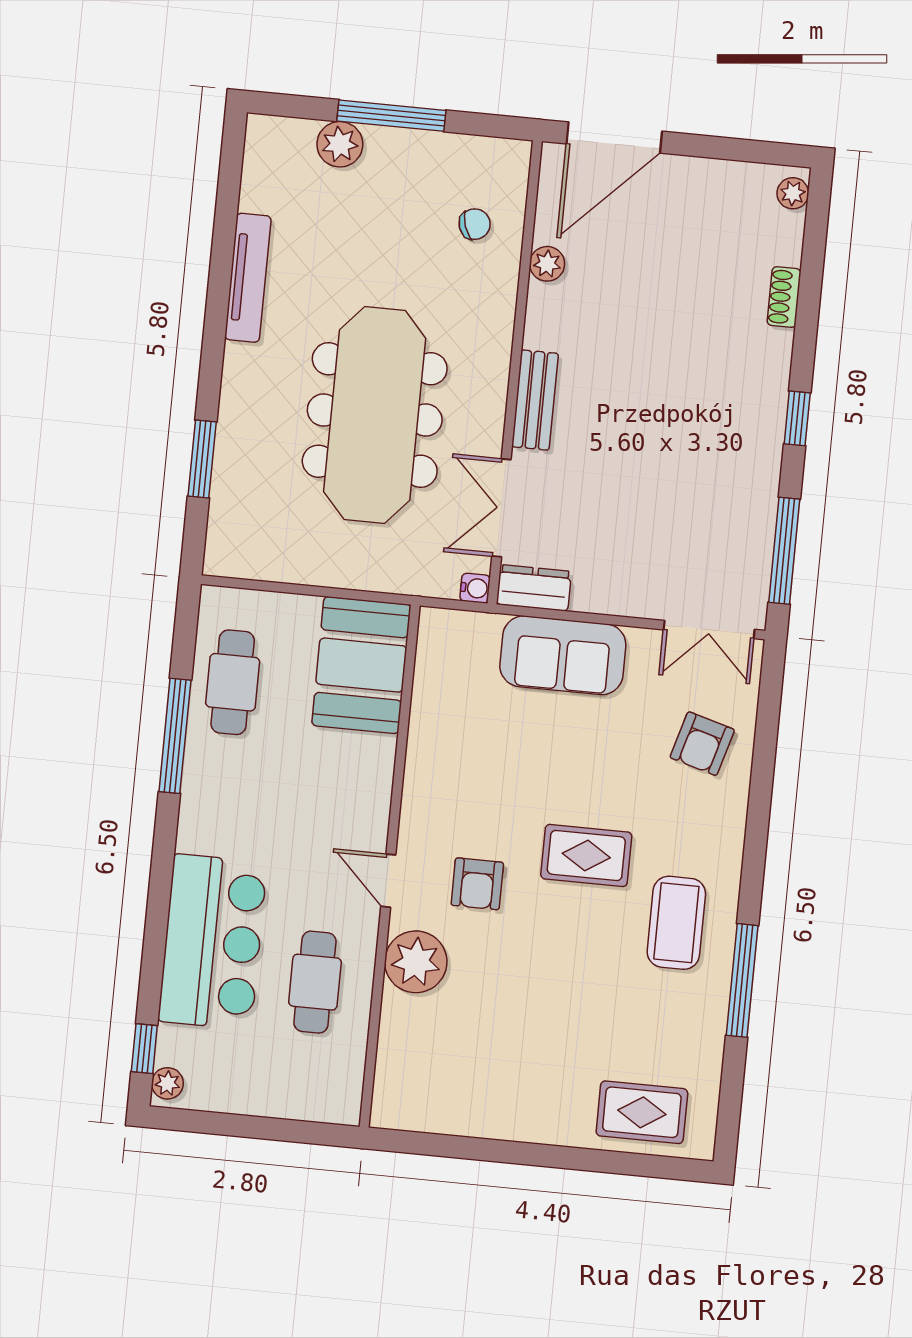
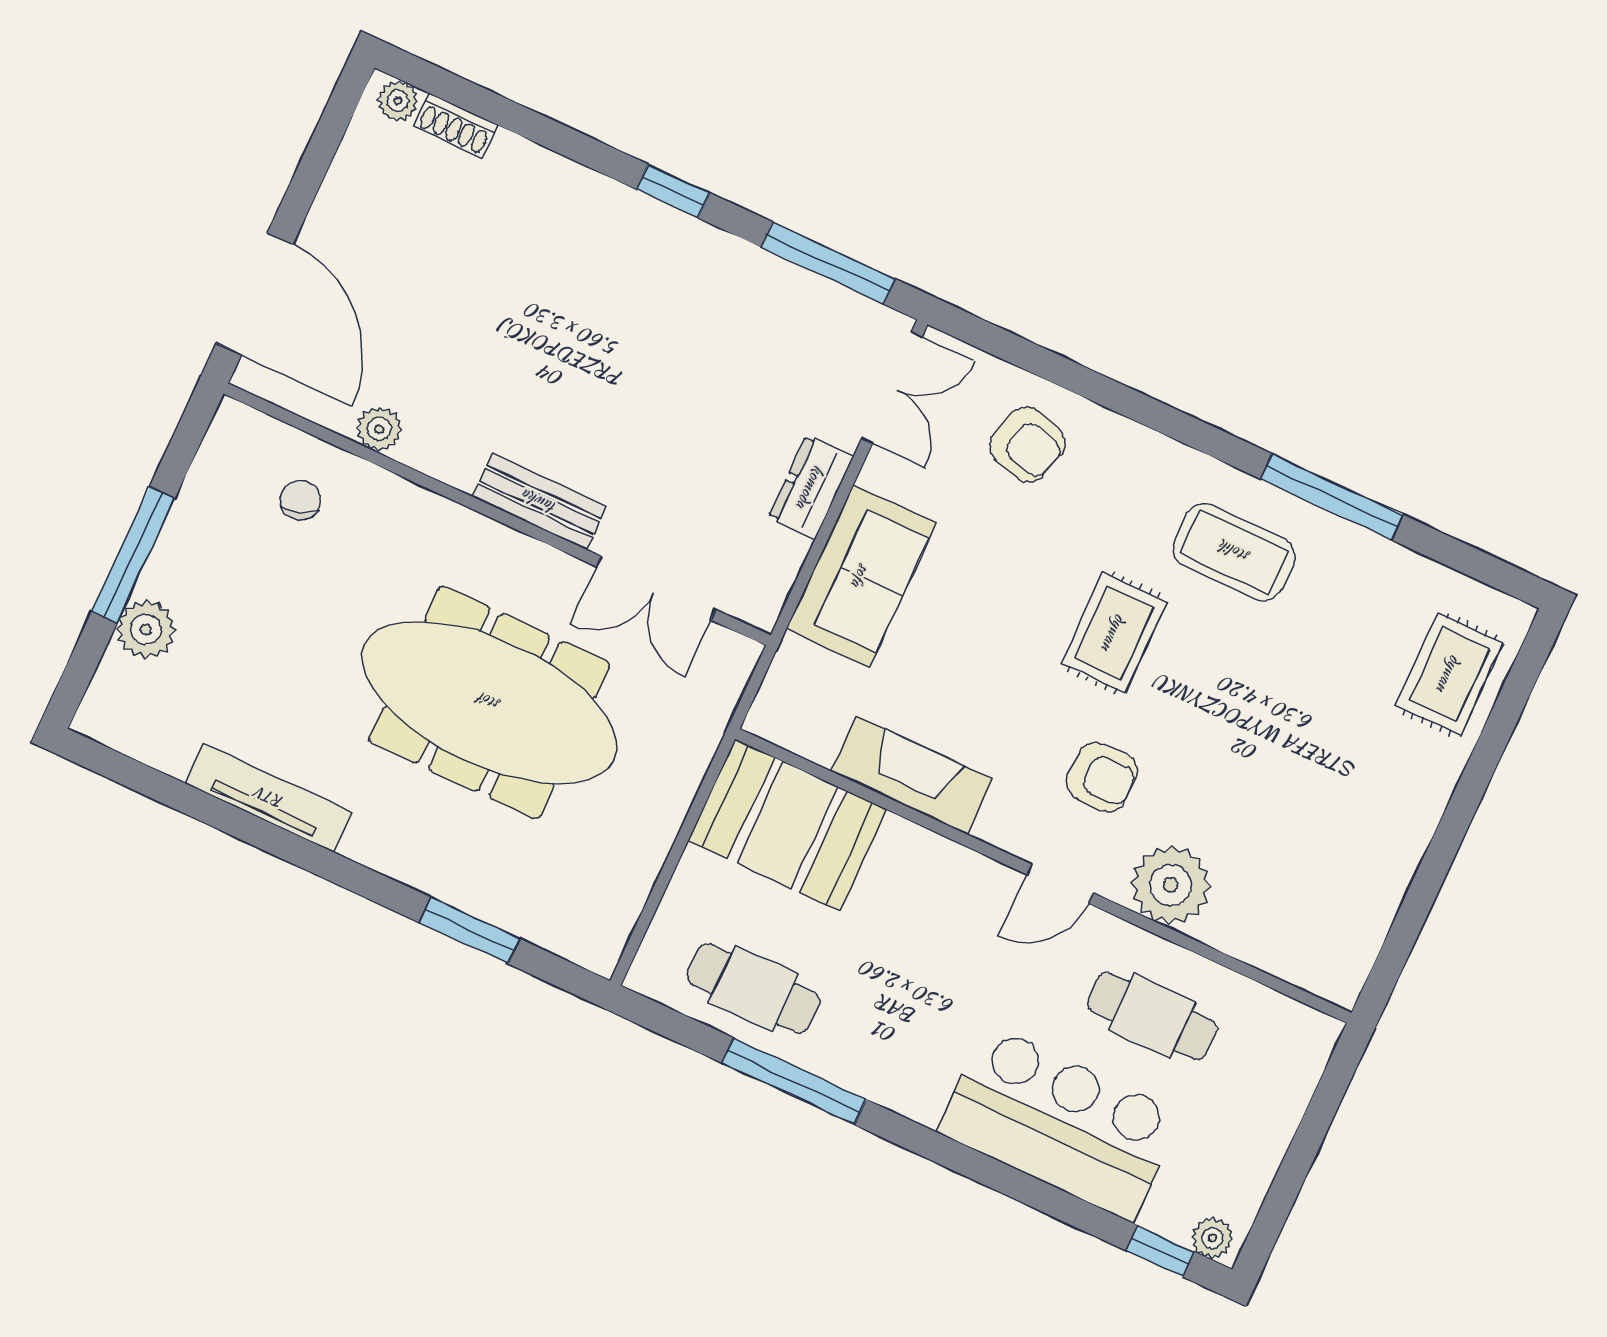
shoe rack: (784, 297) -> (456, 125), moved
water cooler: (475, 588) -> (742, 654), removed
dresser: (534, 588) -> (811, 487), moved
fireplace: (430, 744) -> (912, 775), added

